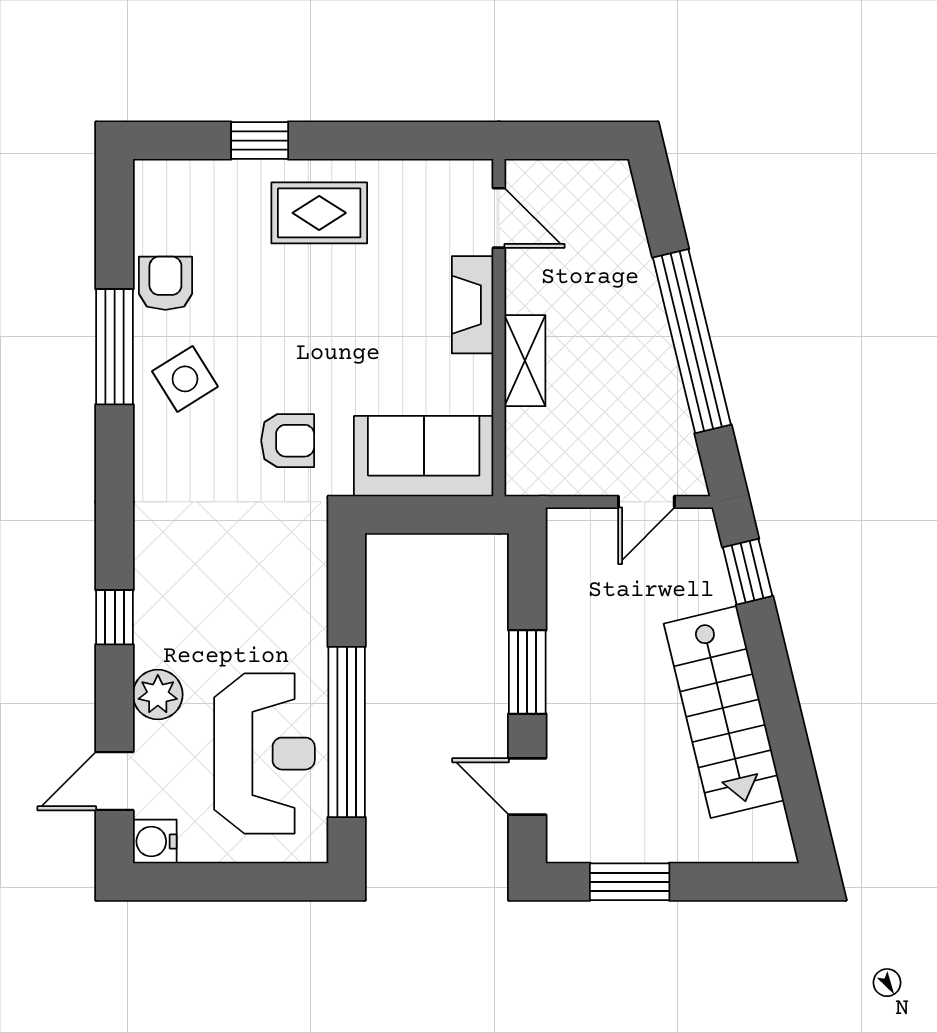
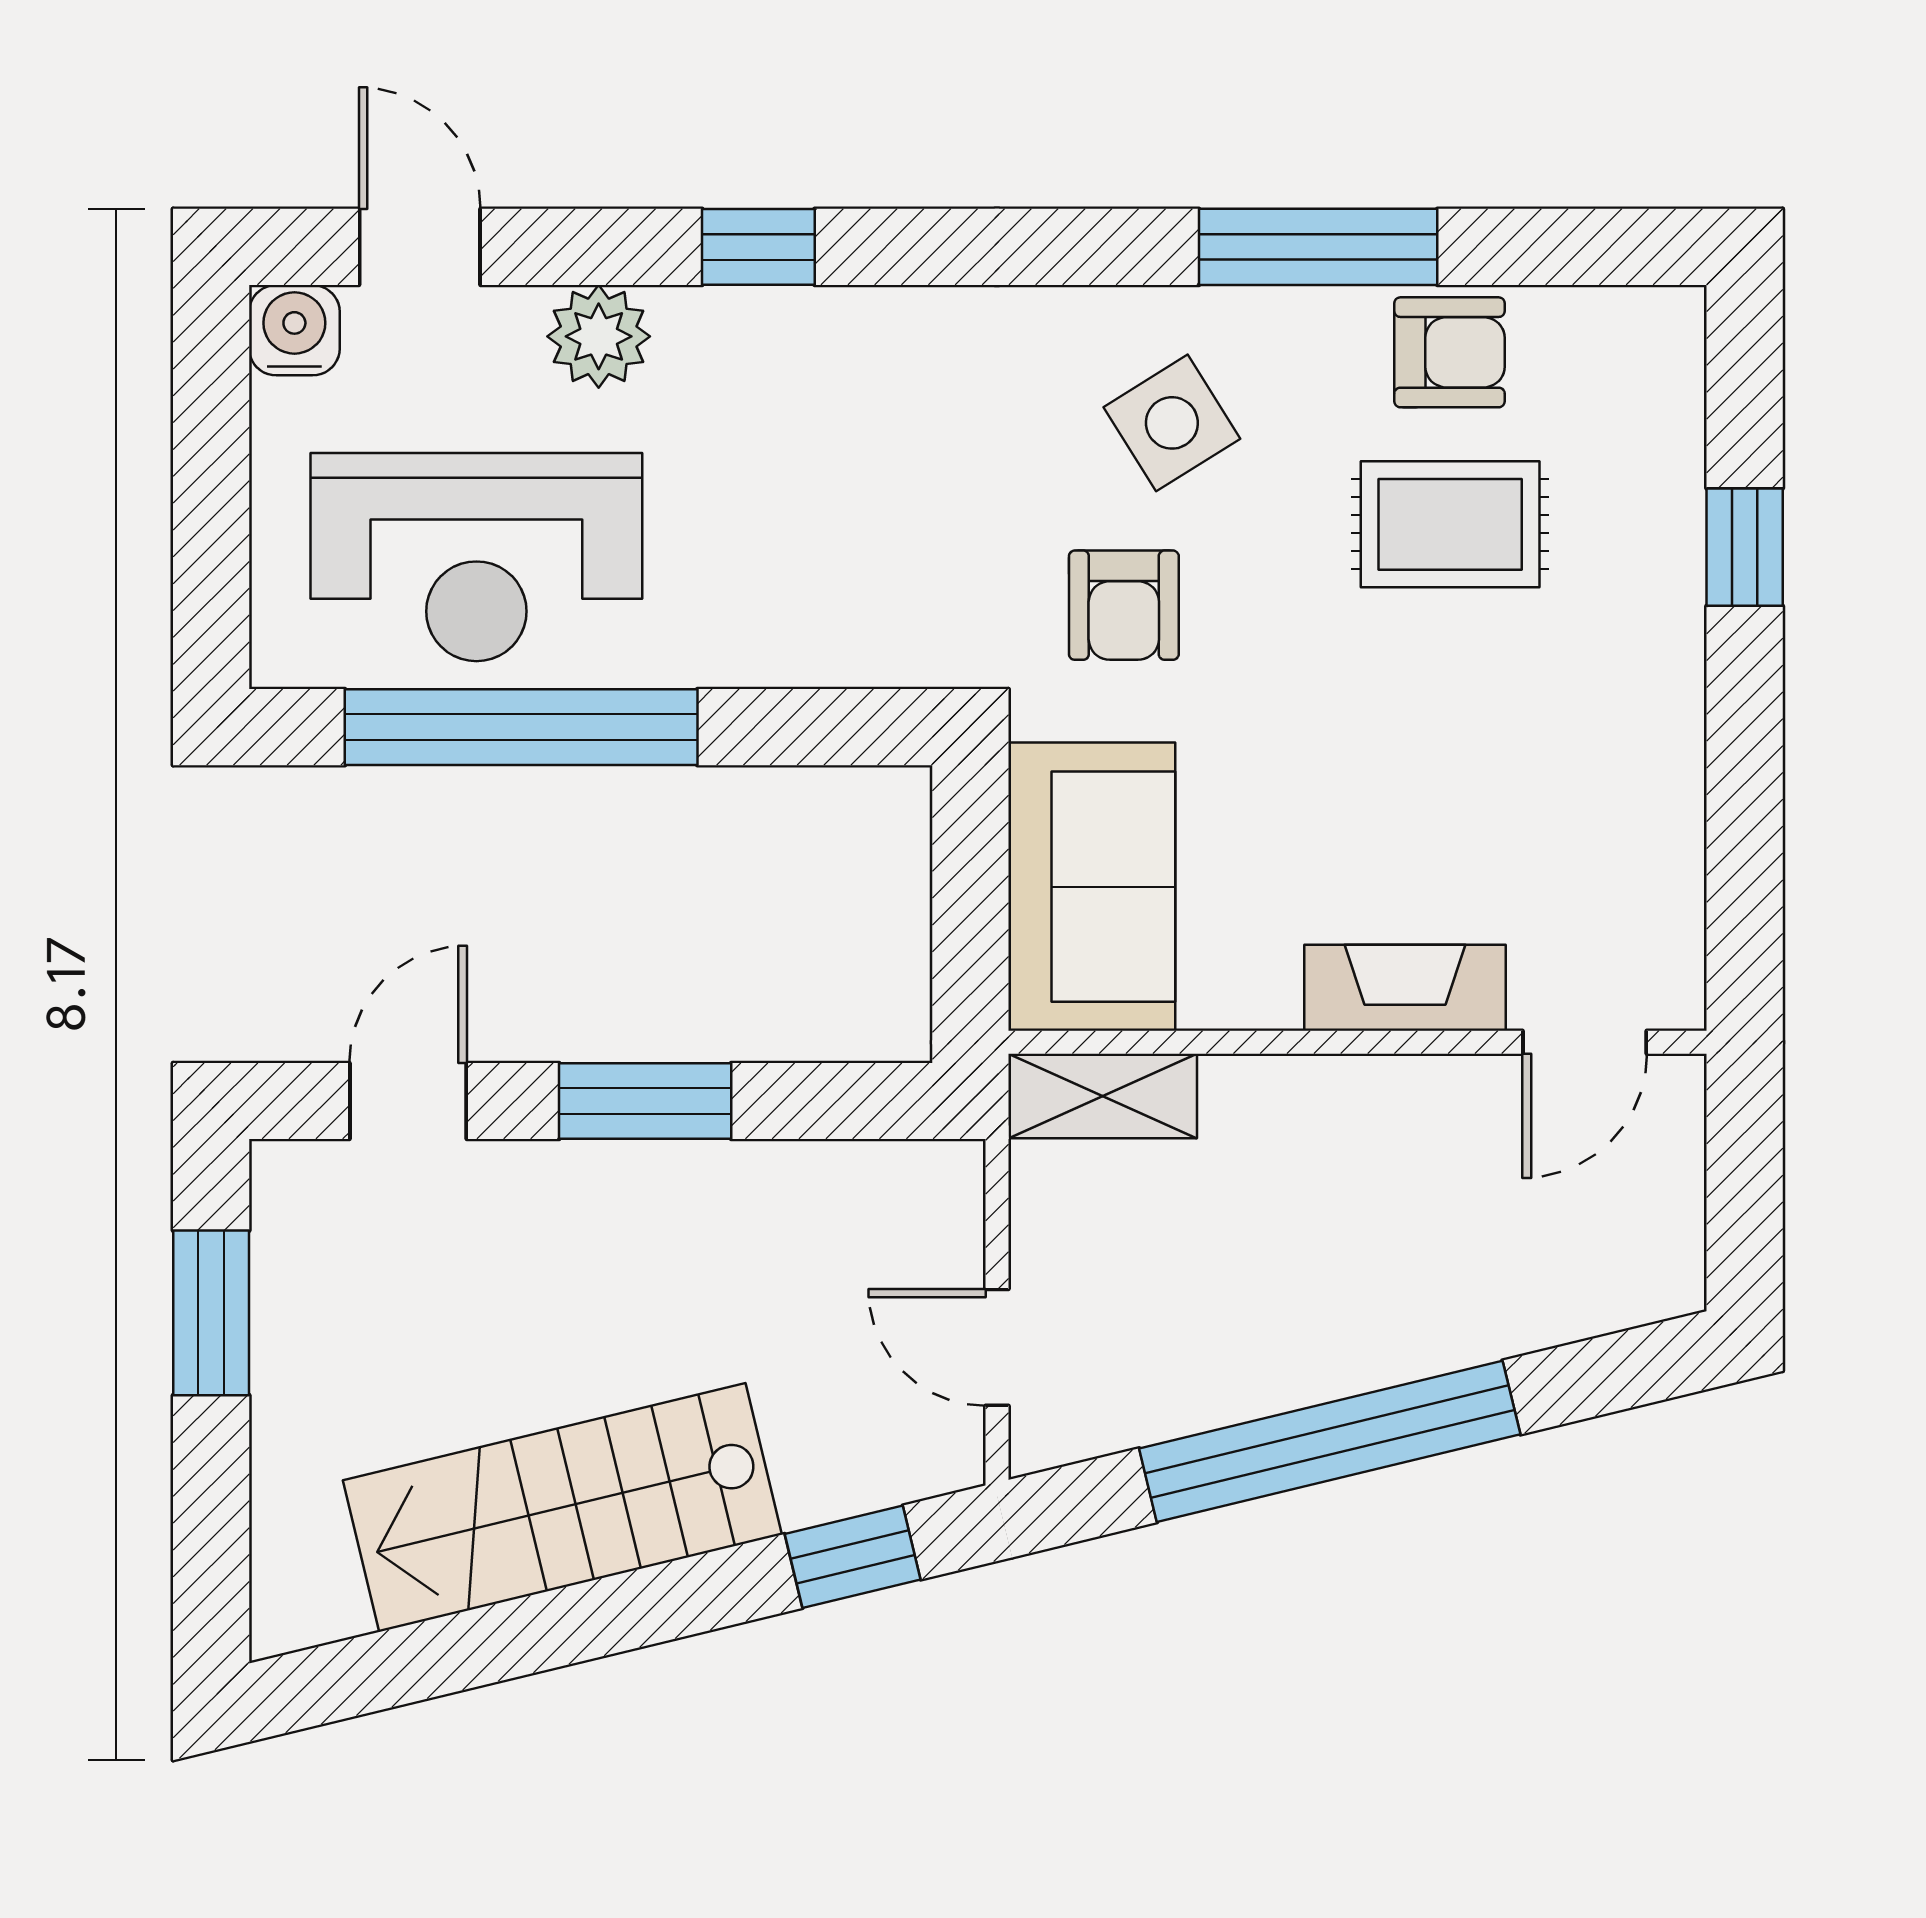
rug: (319, 213) -> (1450, 524), moved, turned 90
shelving: (525, 361) -> (1103, 1096), moved
side table: (185, 379) -> (1172, 423), moved

